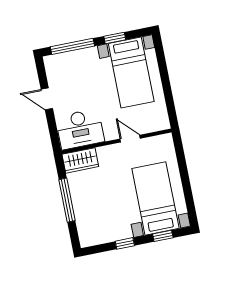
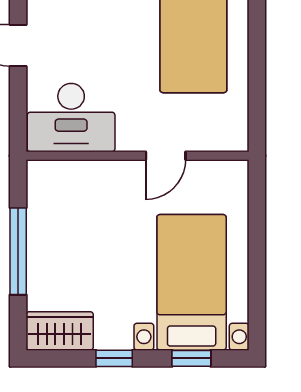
door: (130, 139) -> (166, 156), swing flipped
wardrobe: (80, 160) -> (60, 331), moved, turned 180

